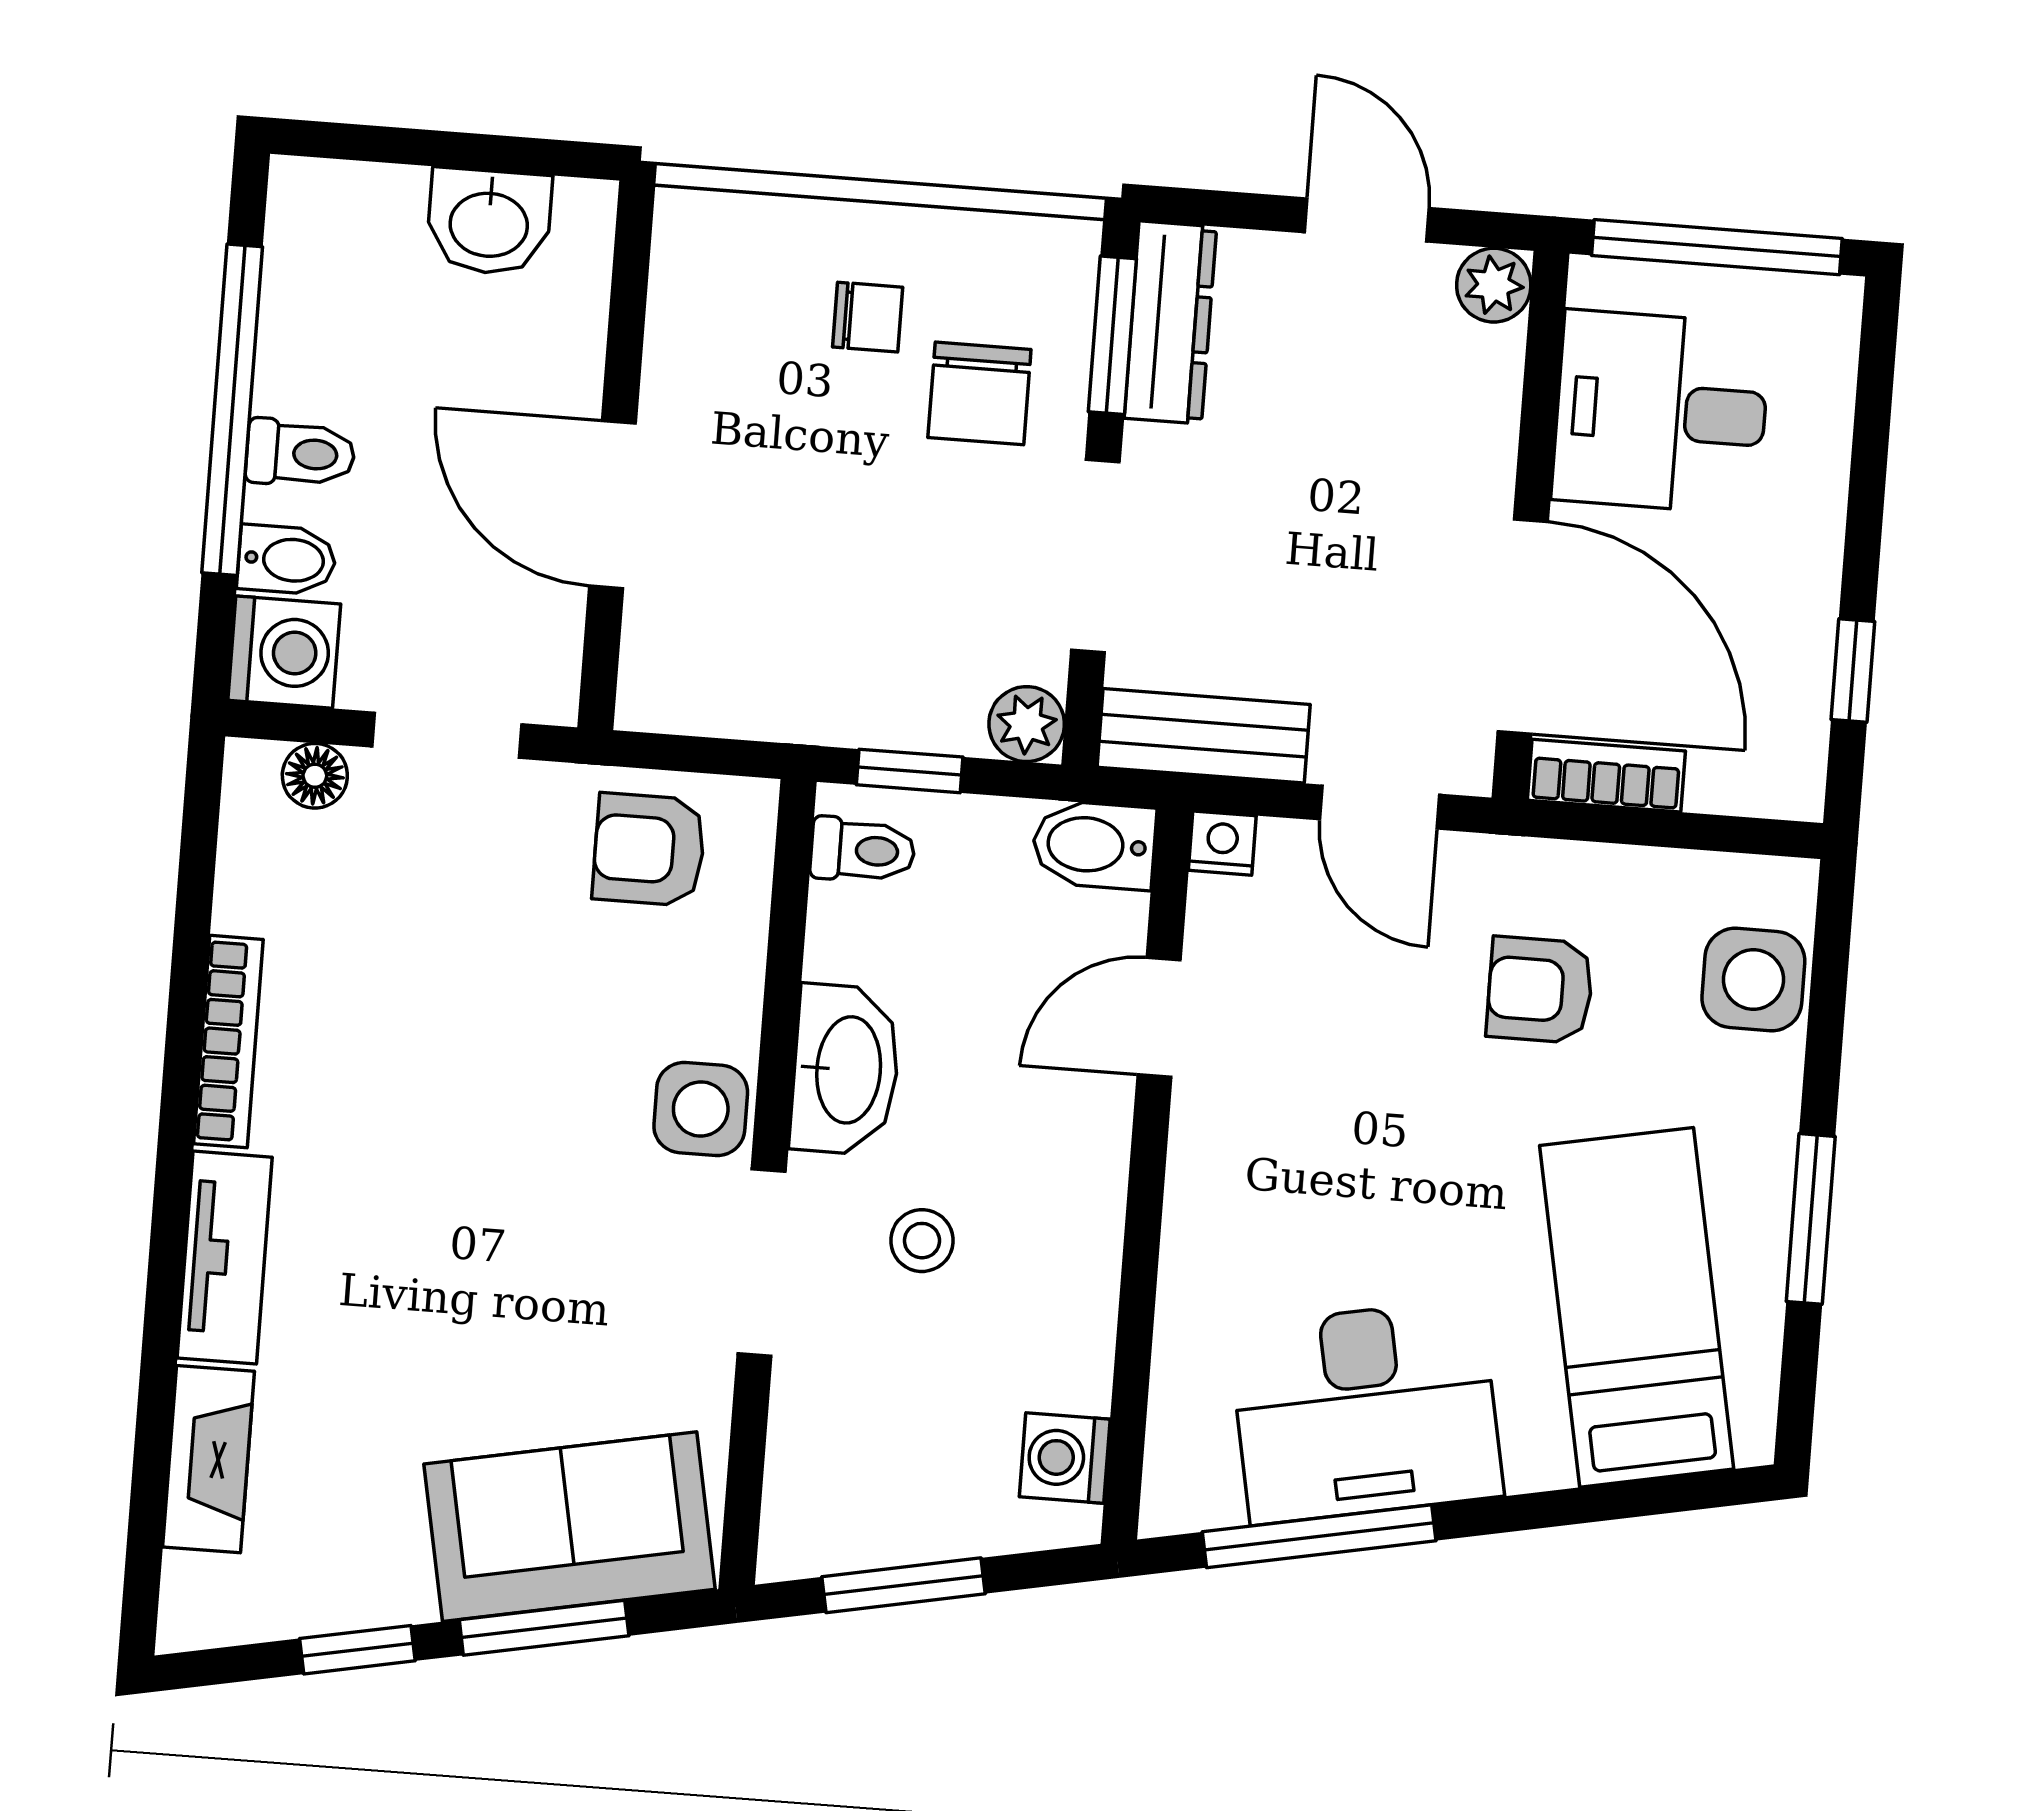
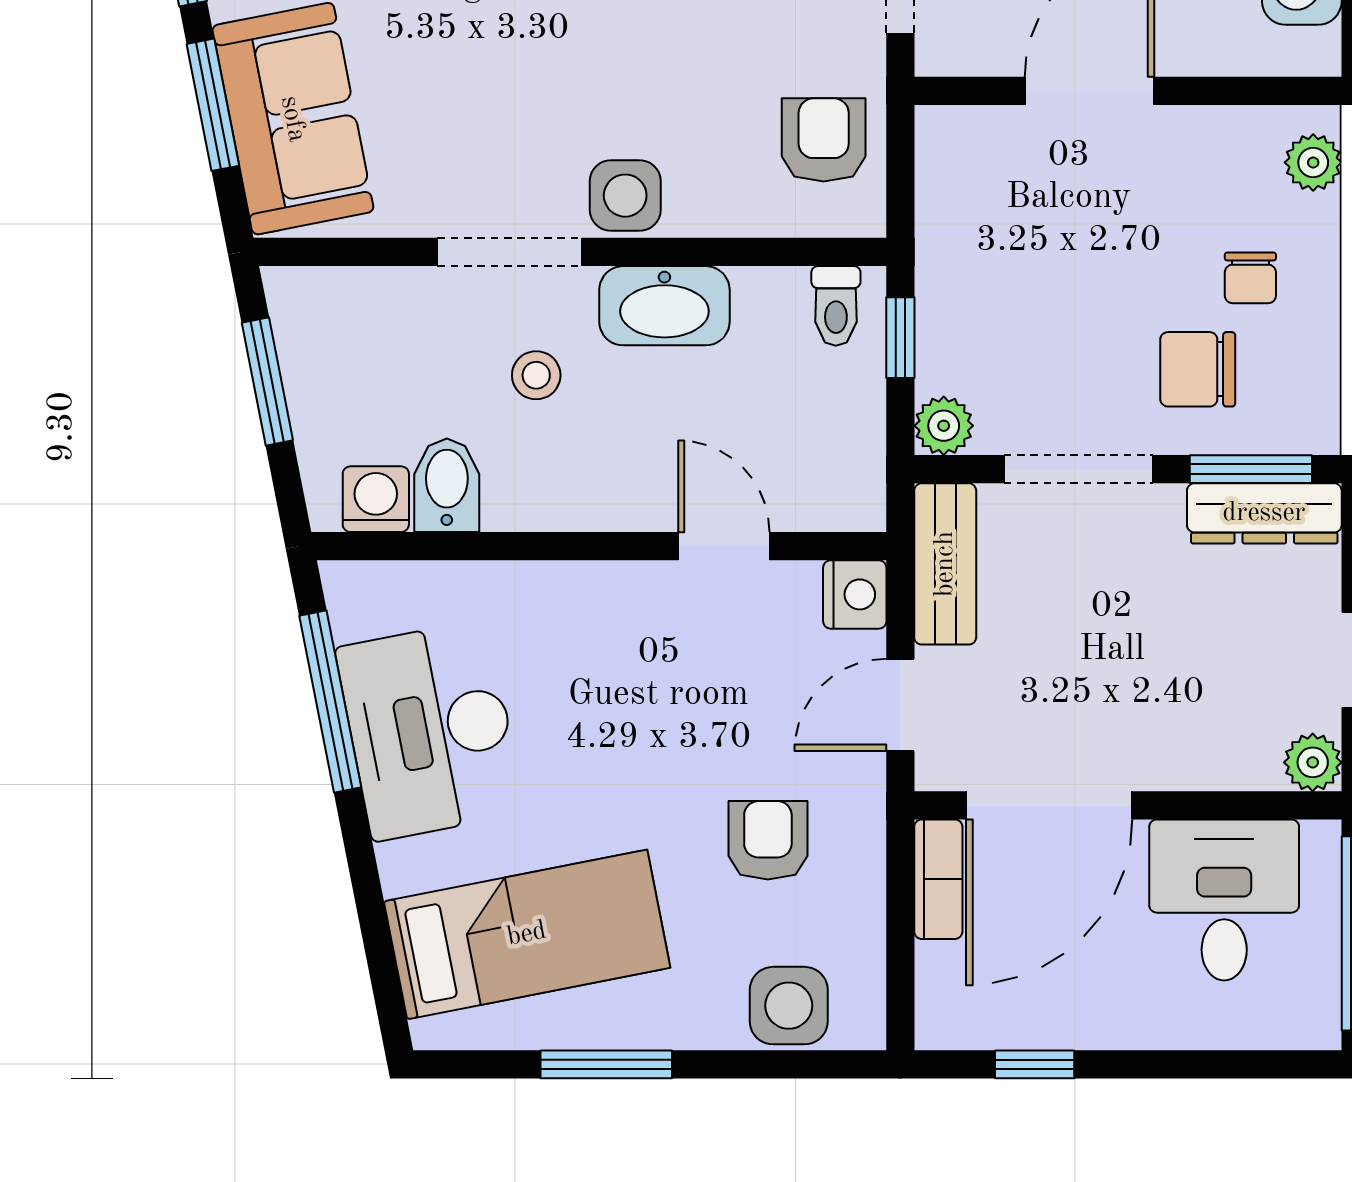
plant: (726, 225) -> (1313, 162), added
nightstand: (1222, 843) -> (855, 594), width x1.39, depth x1.35
bidet: (1094, 845) -> (447, 485), moved

